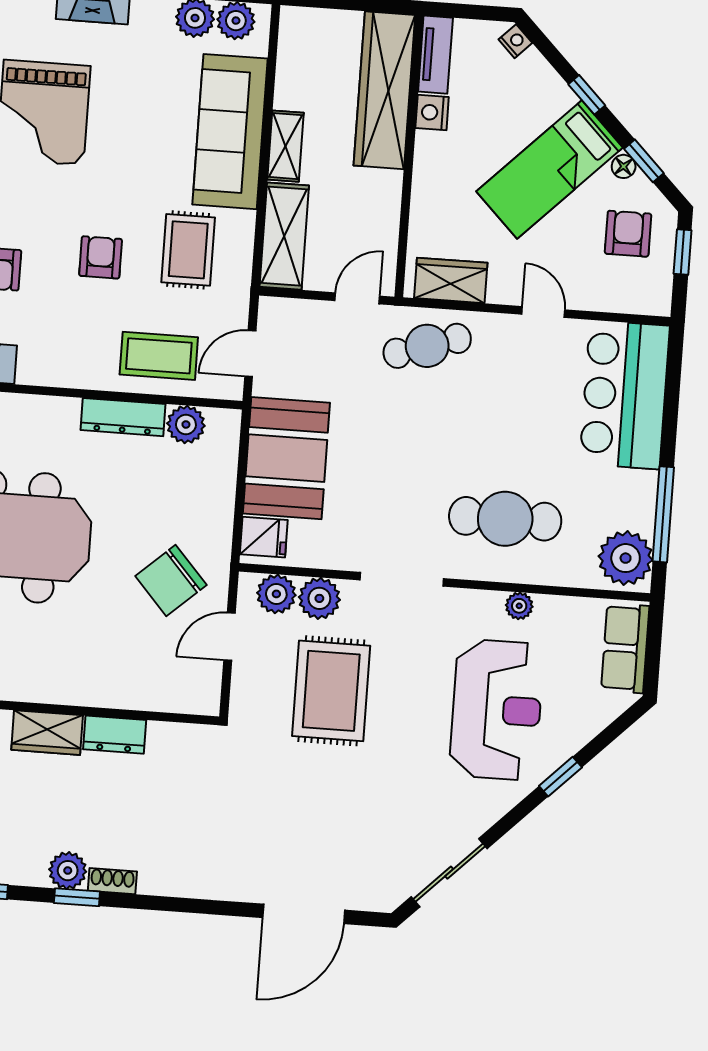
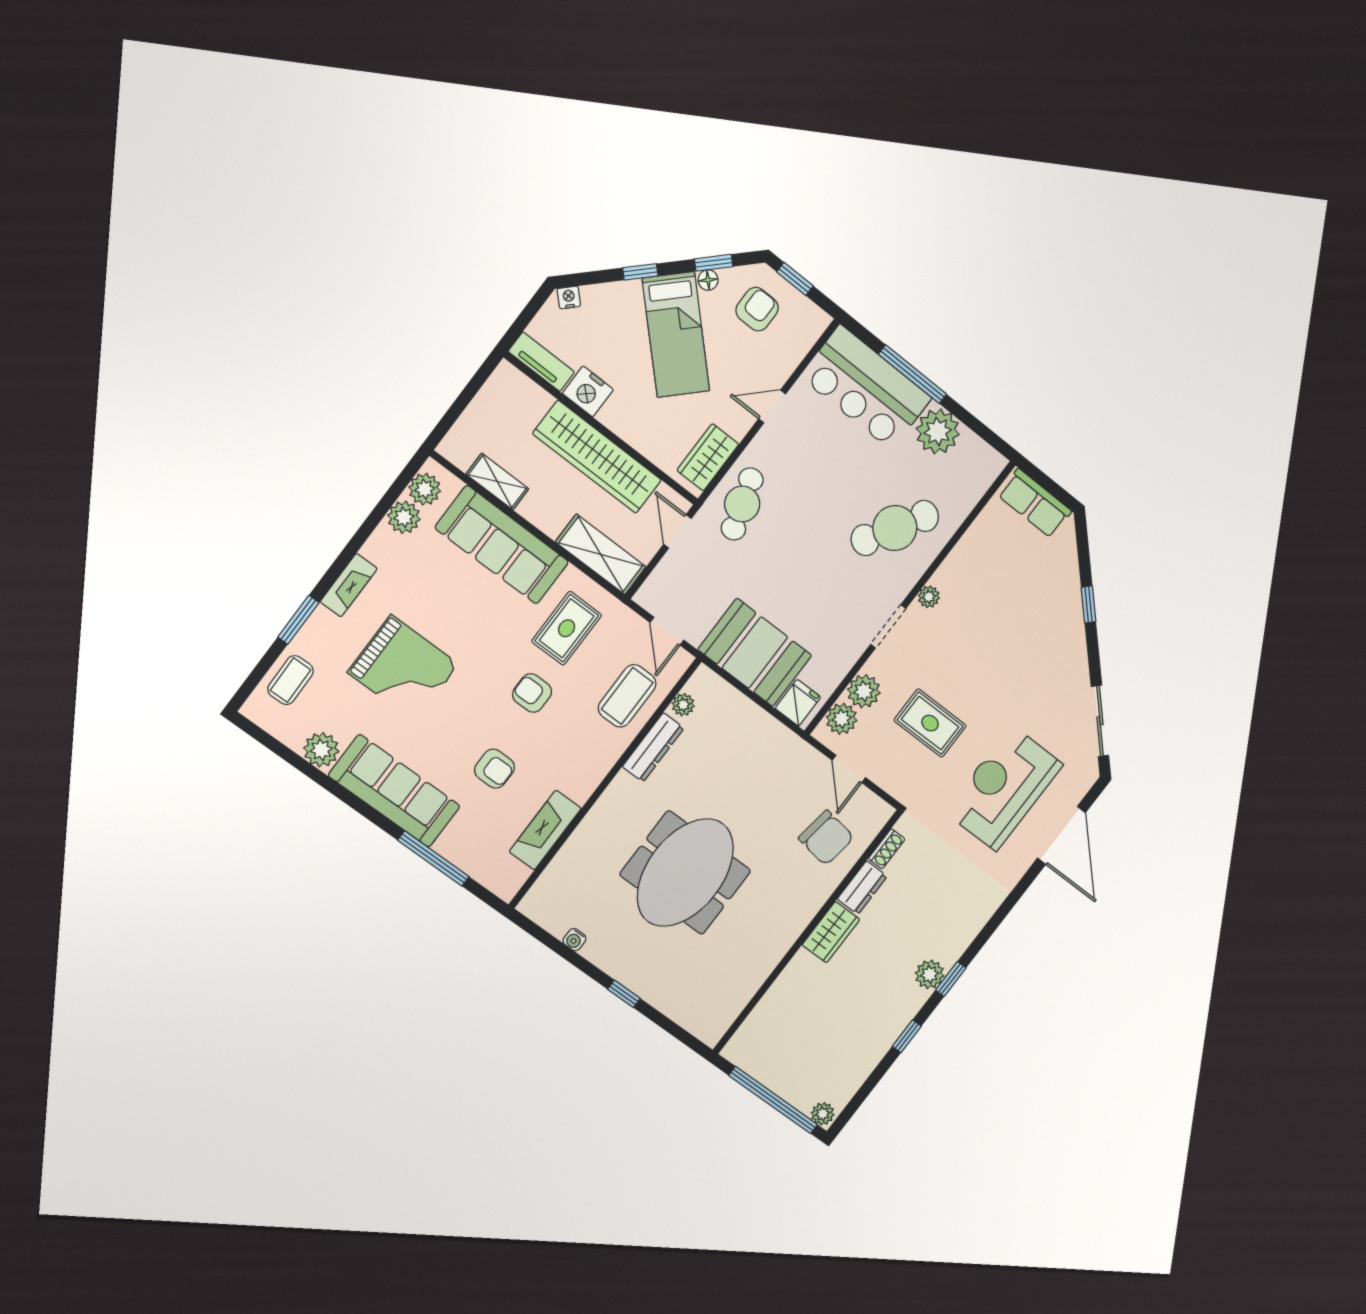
wardrobe: (384, 90) -> (597, 457), moved
nightstand: (432, 112) -> (588, 391), width x1.36, depth x1.33
shelving: (285, 146) -> (497, 482), moved
armchair: (628, 234) -> (757, 309), turned 90
rug: (188, 250) -> (567, 628), turned 90
plant: (186, 425) -> (683, 705), width x0.73, depth x0.73
window: (663, 514) -> (913, 374), moved
cafe table: (505, 519) -> (895, 528), turned 31
plant: (626, 558) -> (938, 431), moved
doorway: (402, 579) -> (888, 626), width x0.73
chair: (171, 580) -> (826, 838), moved, turned -40
plant: (519, 606) -> (929, 597), moved
rug: (331, 691) -> (930, 723), width x0.73, depth x0.70
reception desk: (497, 710) -> (1004, 788), moved, turned -90
shoe rack: (112, 881) -> (887, 849), moved, turned 180

